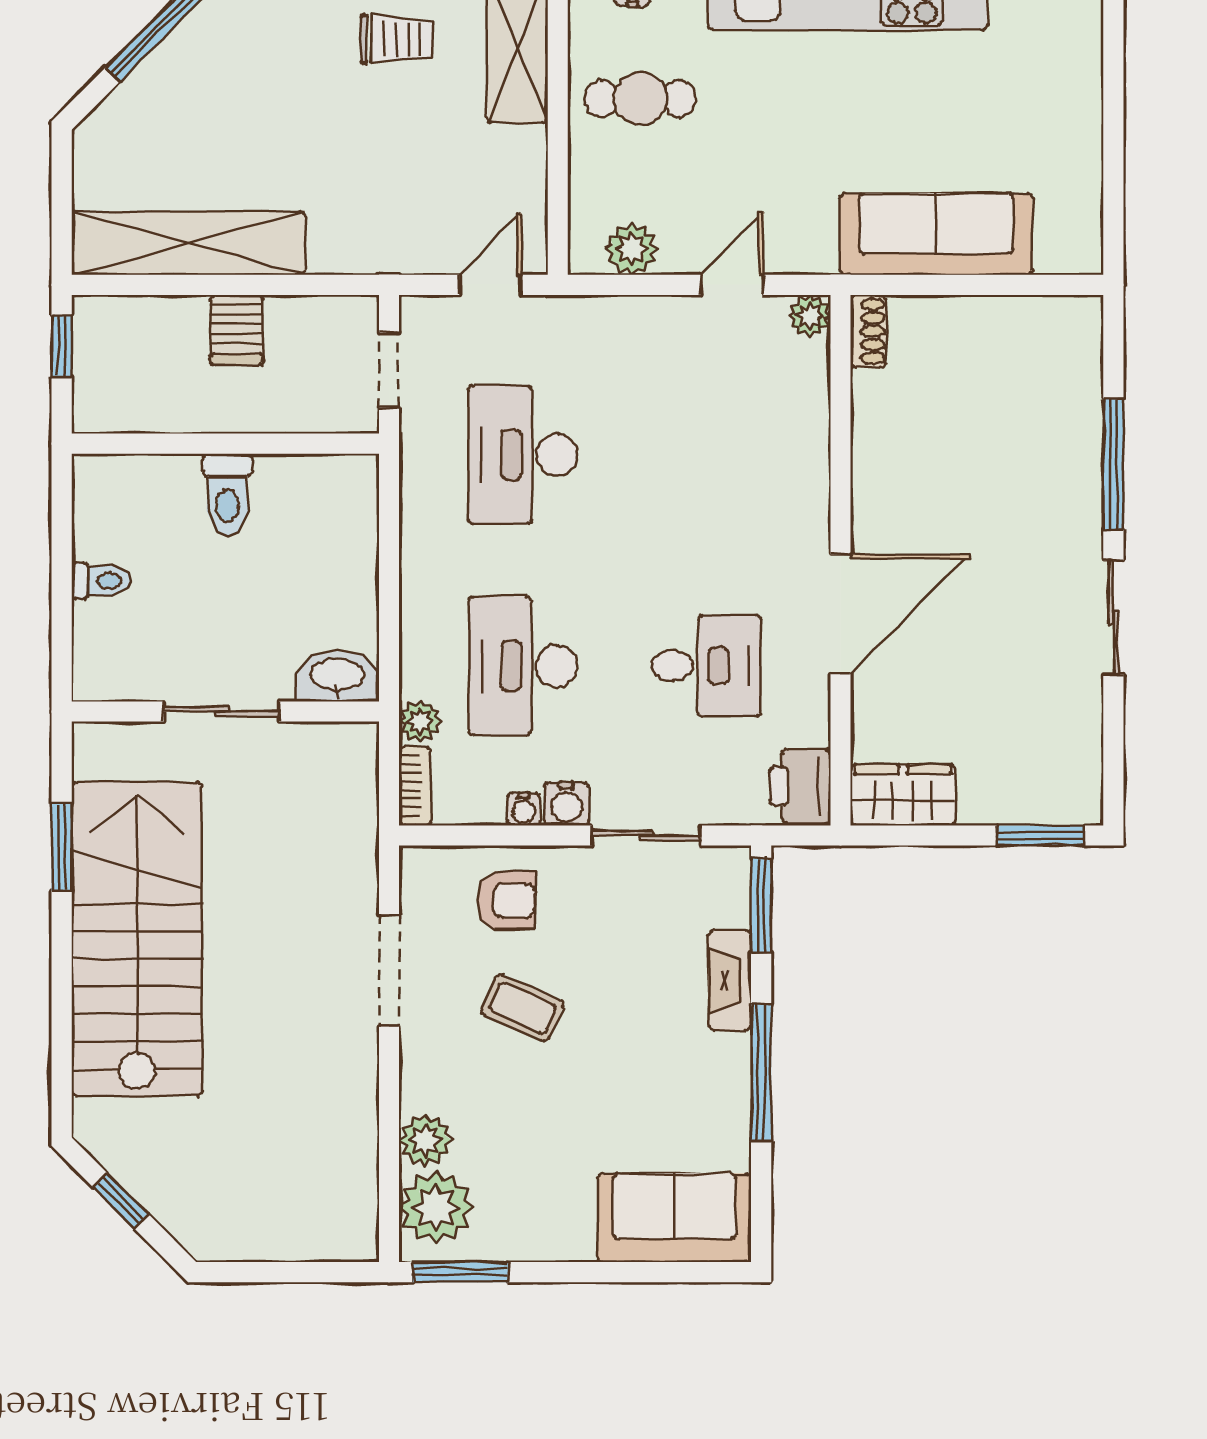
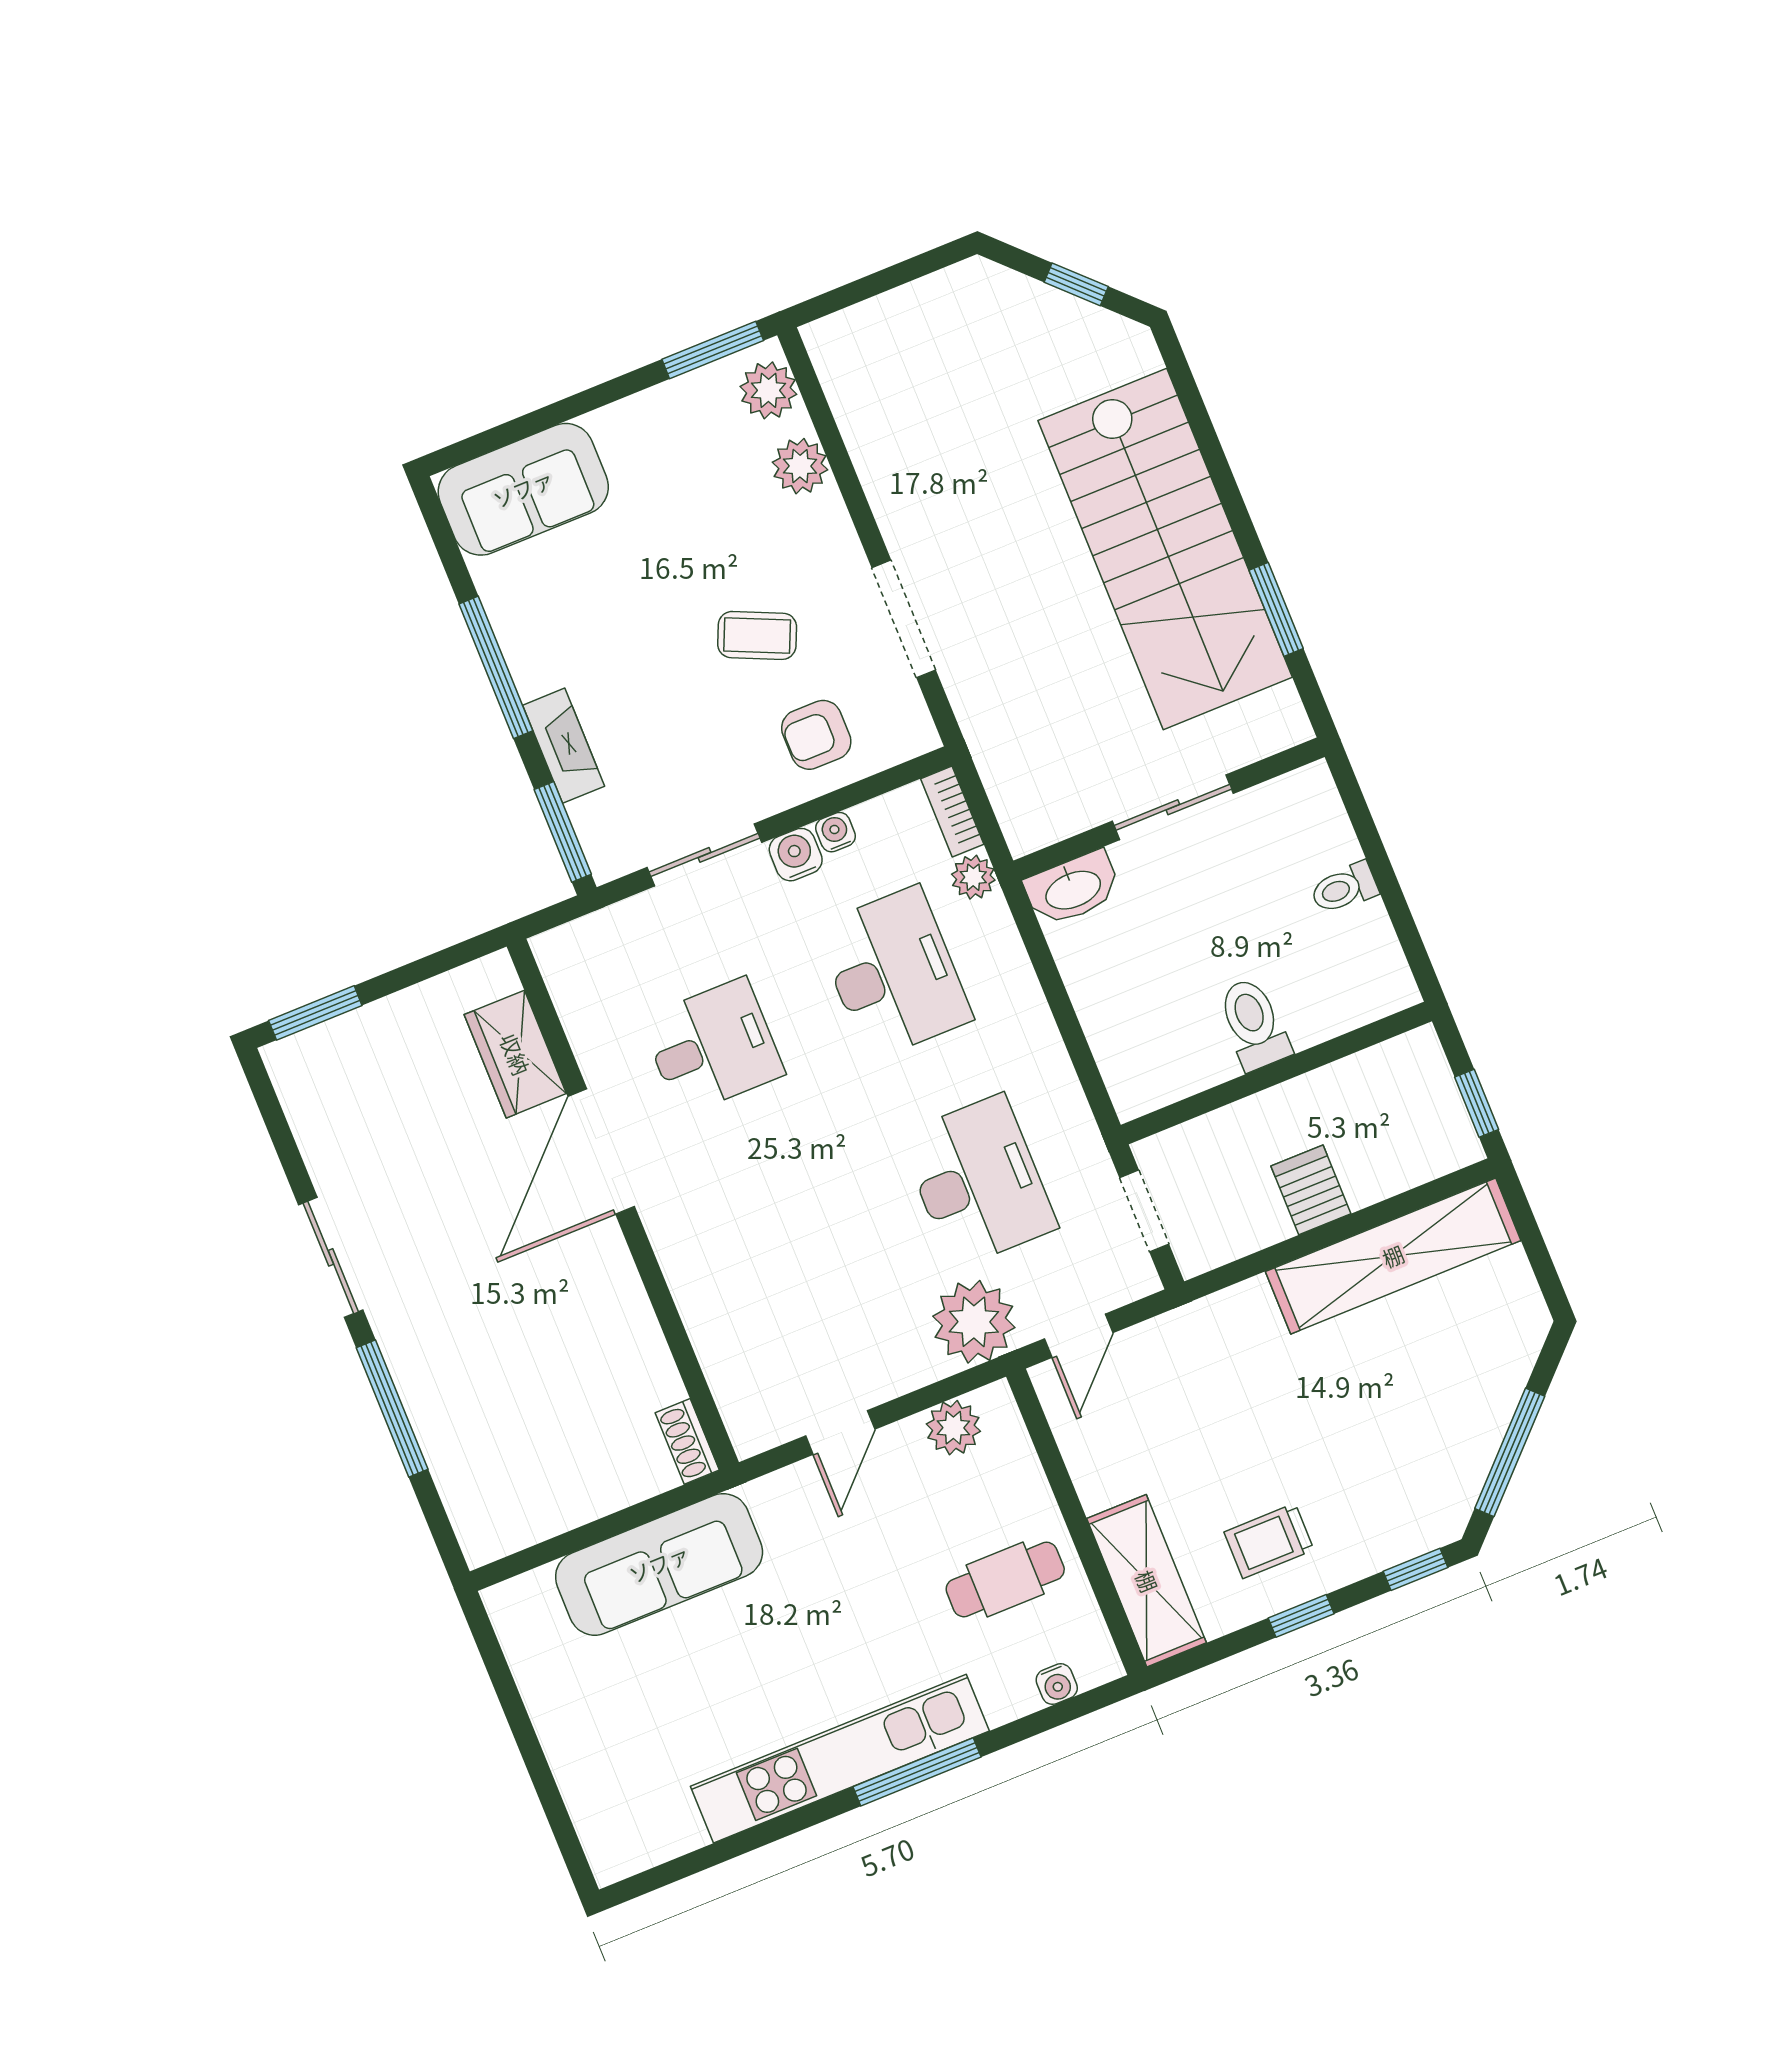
plant: (810, 316) -> (974, 1322), moved, width x1.87, depth x1.87
desk: (706, 666) -> (713, 1047), turned 180
printer: (800, 786) -> (572, 965), removed
wardrobe: (903, 795) -> (515, 1054), moved, turned 90
plant: (436, 1207) -> (768, 390), width x0.73, depth x0.73

